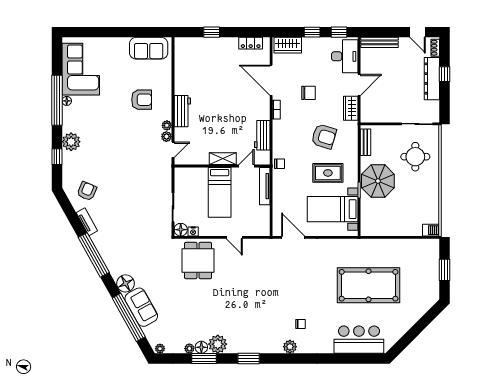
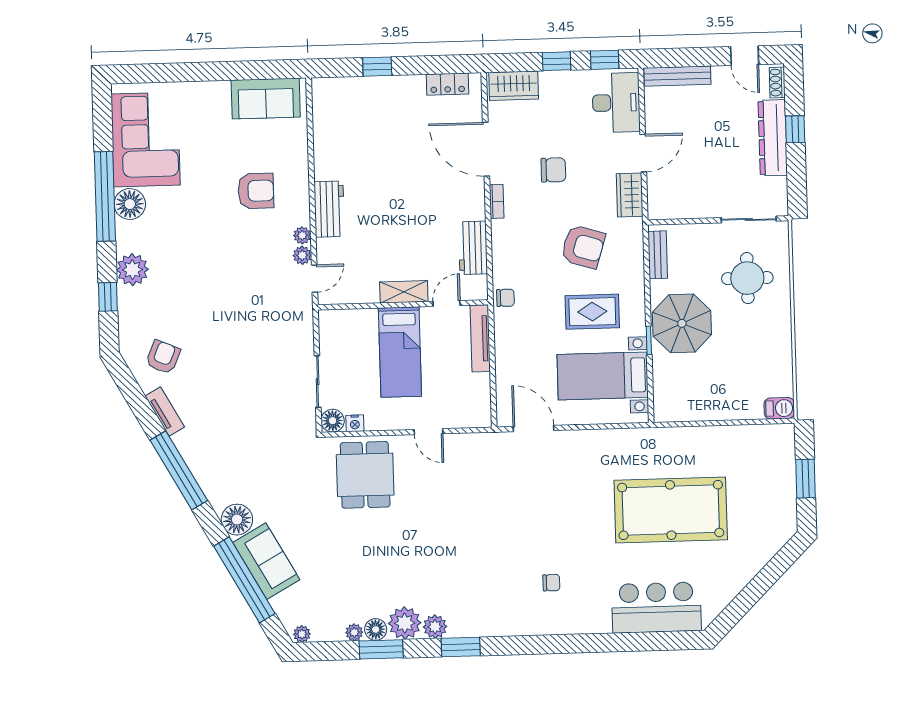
floor lamp: (67, 101) -> (130, 204), width x1.89, depth x1.89
plant: (290, 347) -> (435, 627), moved

